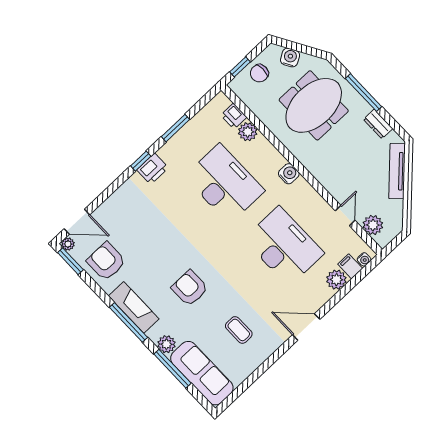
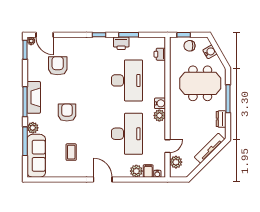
plant: (248, 132) -> (159, 115), moved
printer: (153, 169) -> (121, 43), moved
armchair: (106, 261) -> (58, 66), moved

